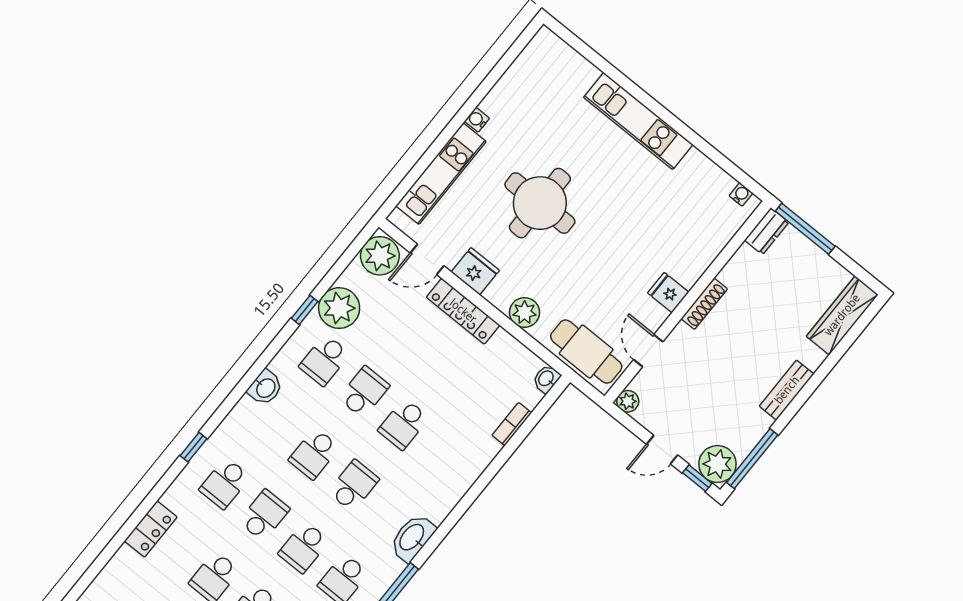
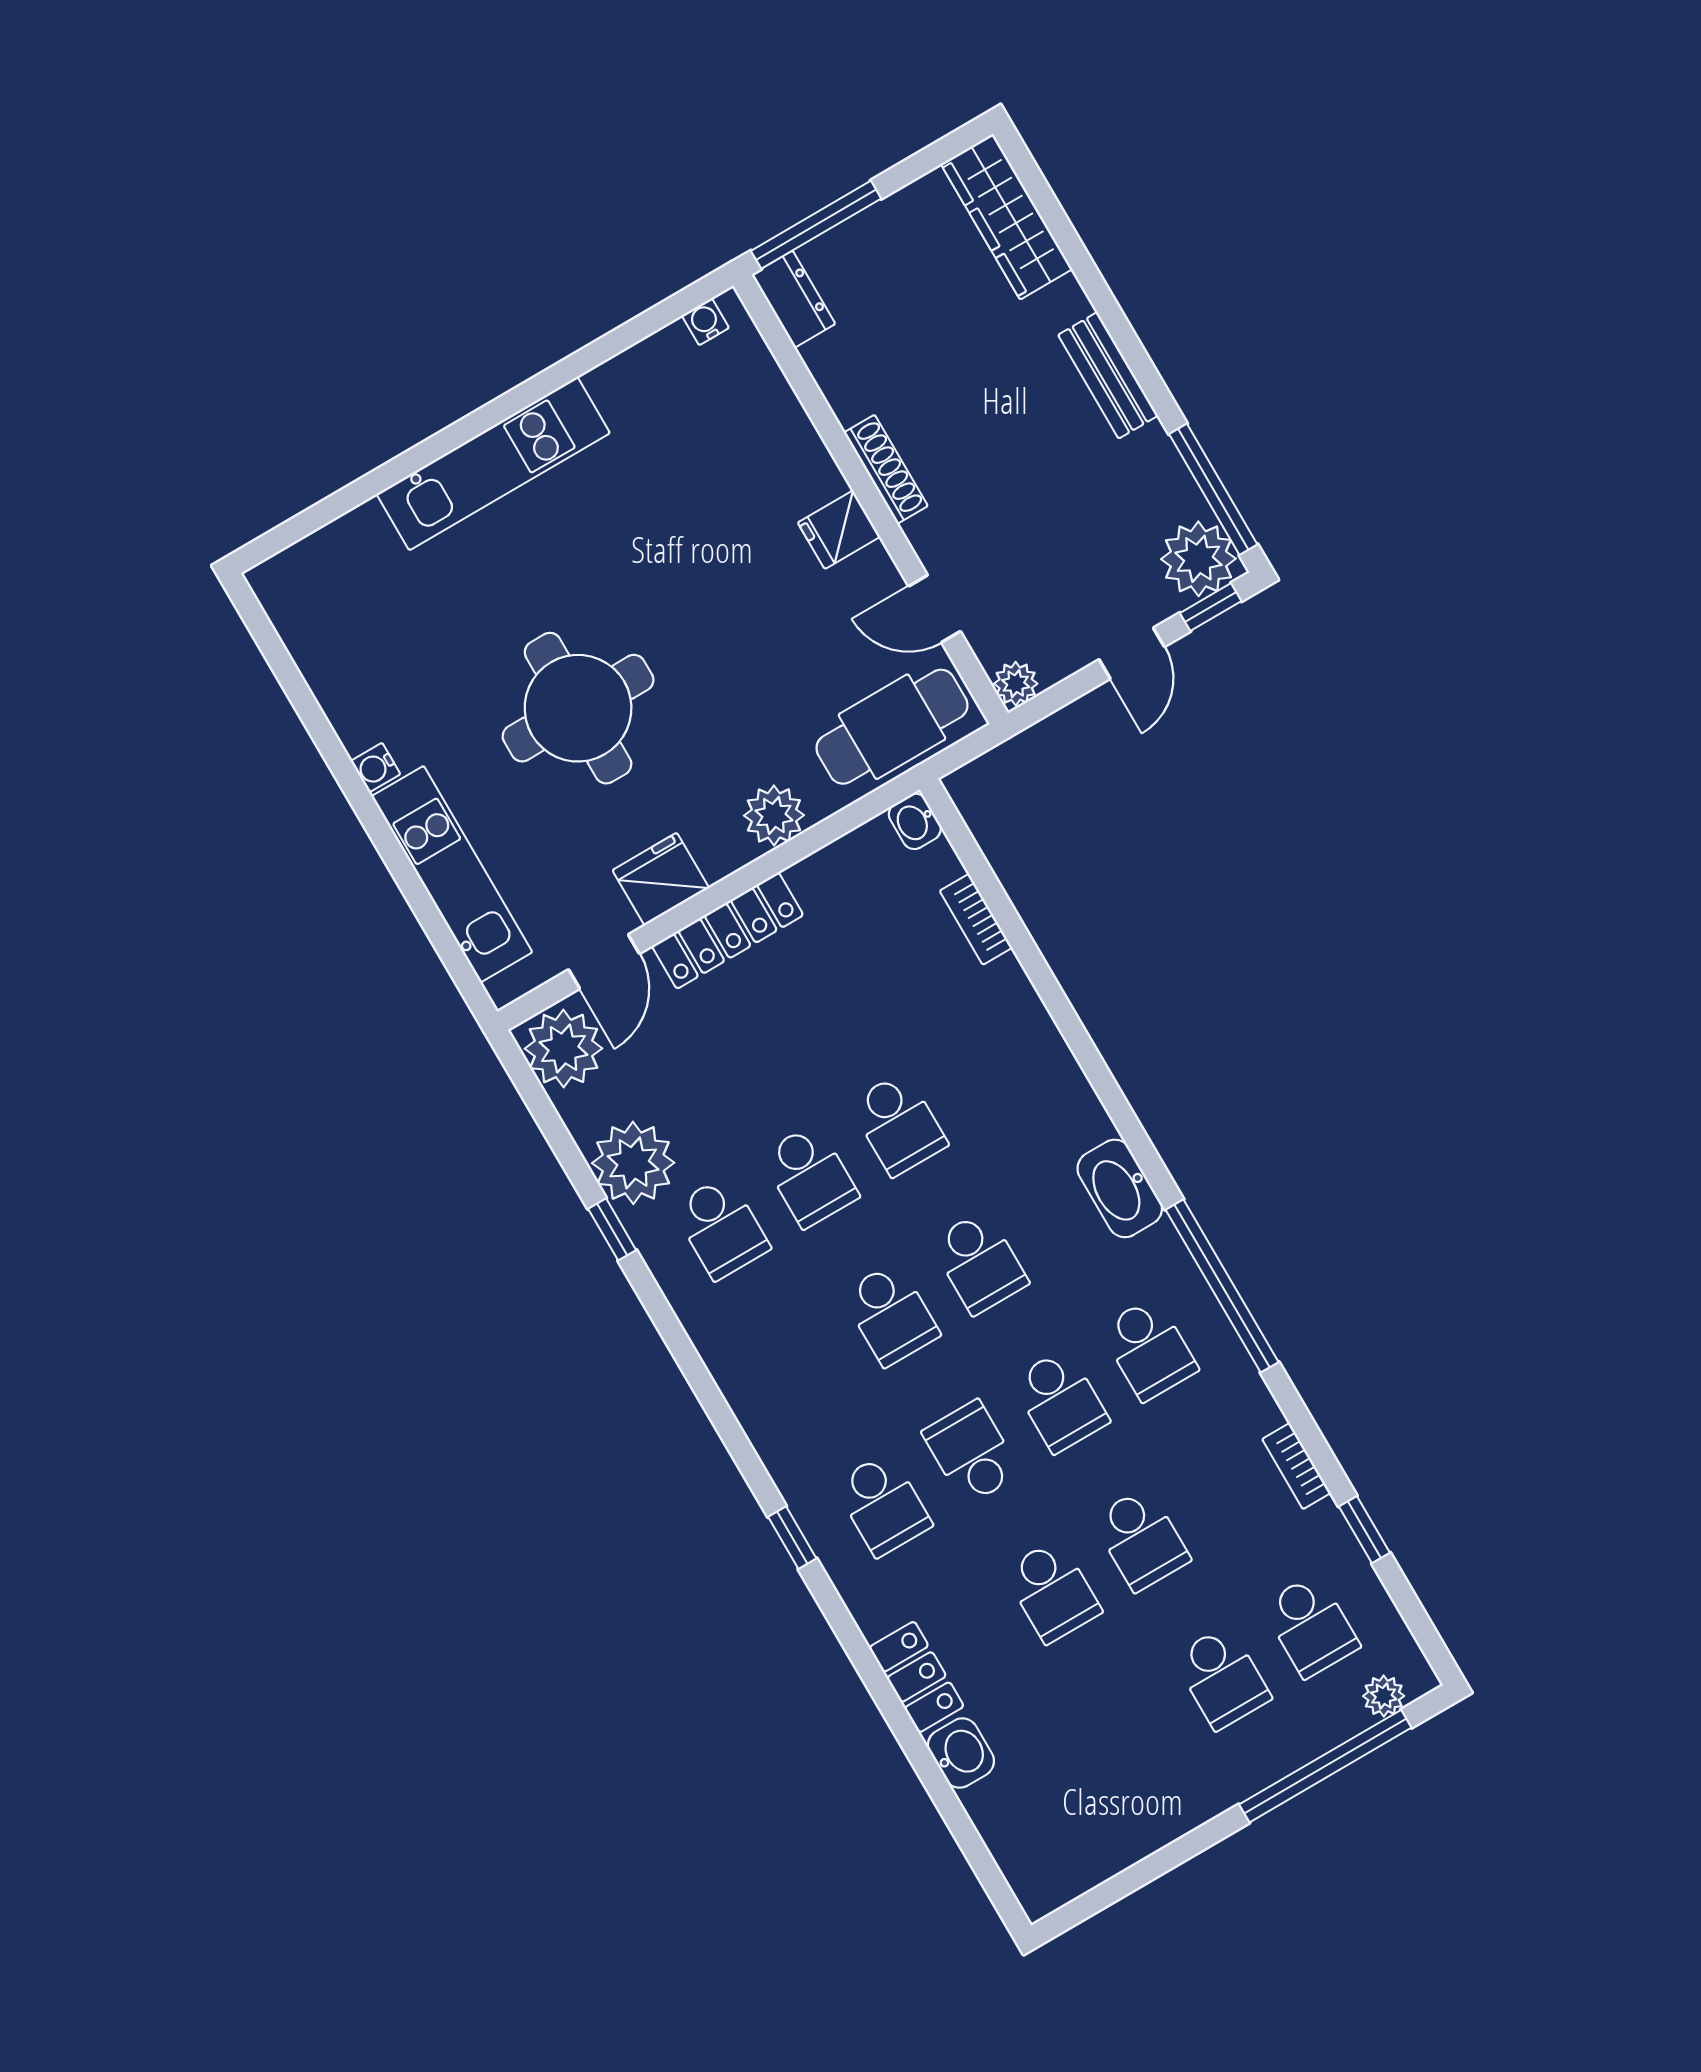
washbasin: (265, 388) -> (961, 1753), moved
school desk: (364, 392) -> (810, 1176), turned 180
school desk: (354, 486) -> (979, 1262), turned 180

